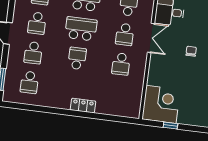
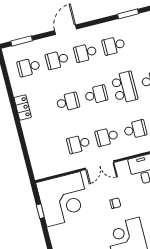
school desk: (81, 29) -> (96, 95), width x0.54
double door: (151, 38) -> (100, 165), moved
corner desk: (161, 104) -> (64, 199), width x1.36, depth x1.36
locker: (83, 106) -> (23, 107), moved

